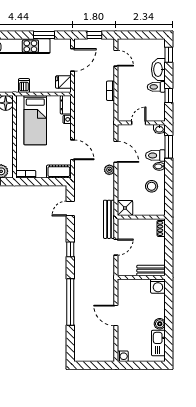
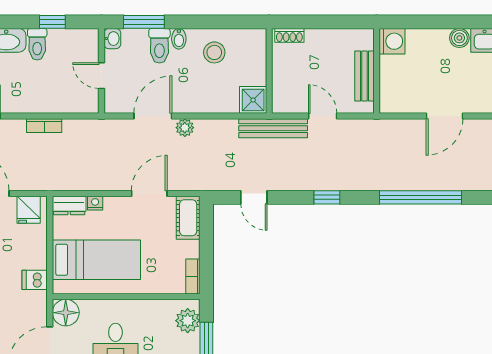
bench: (151, 271) -> (365, 76), moved

